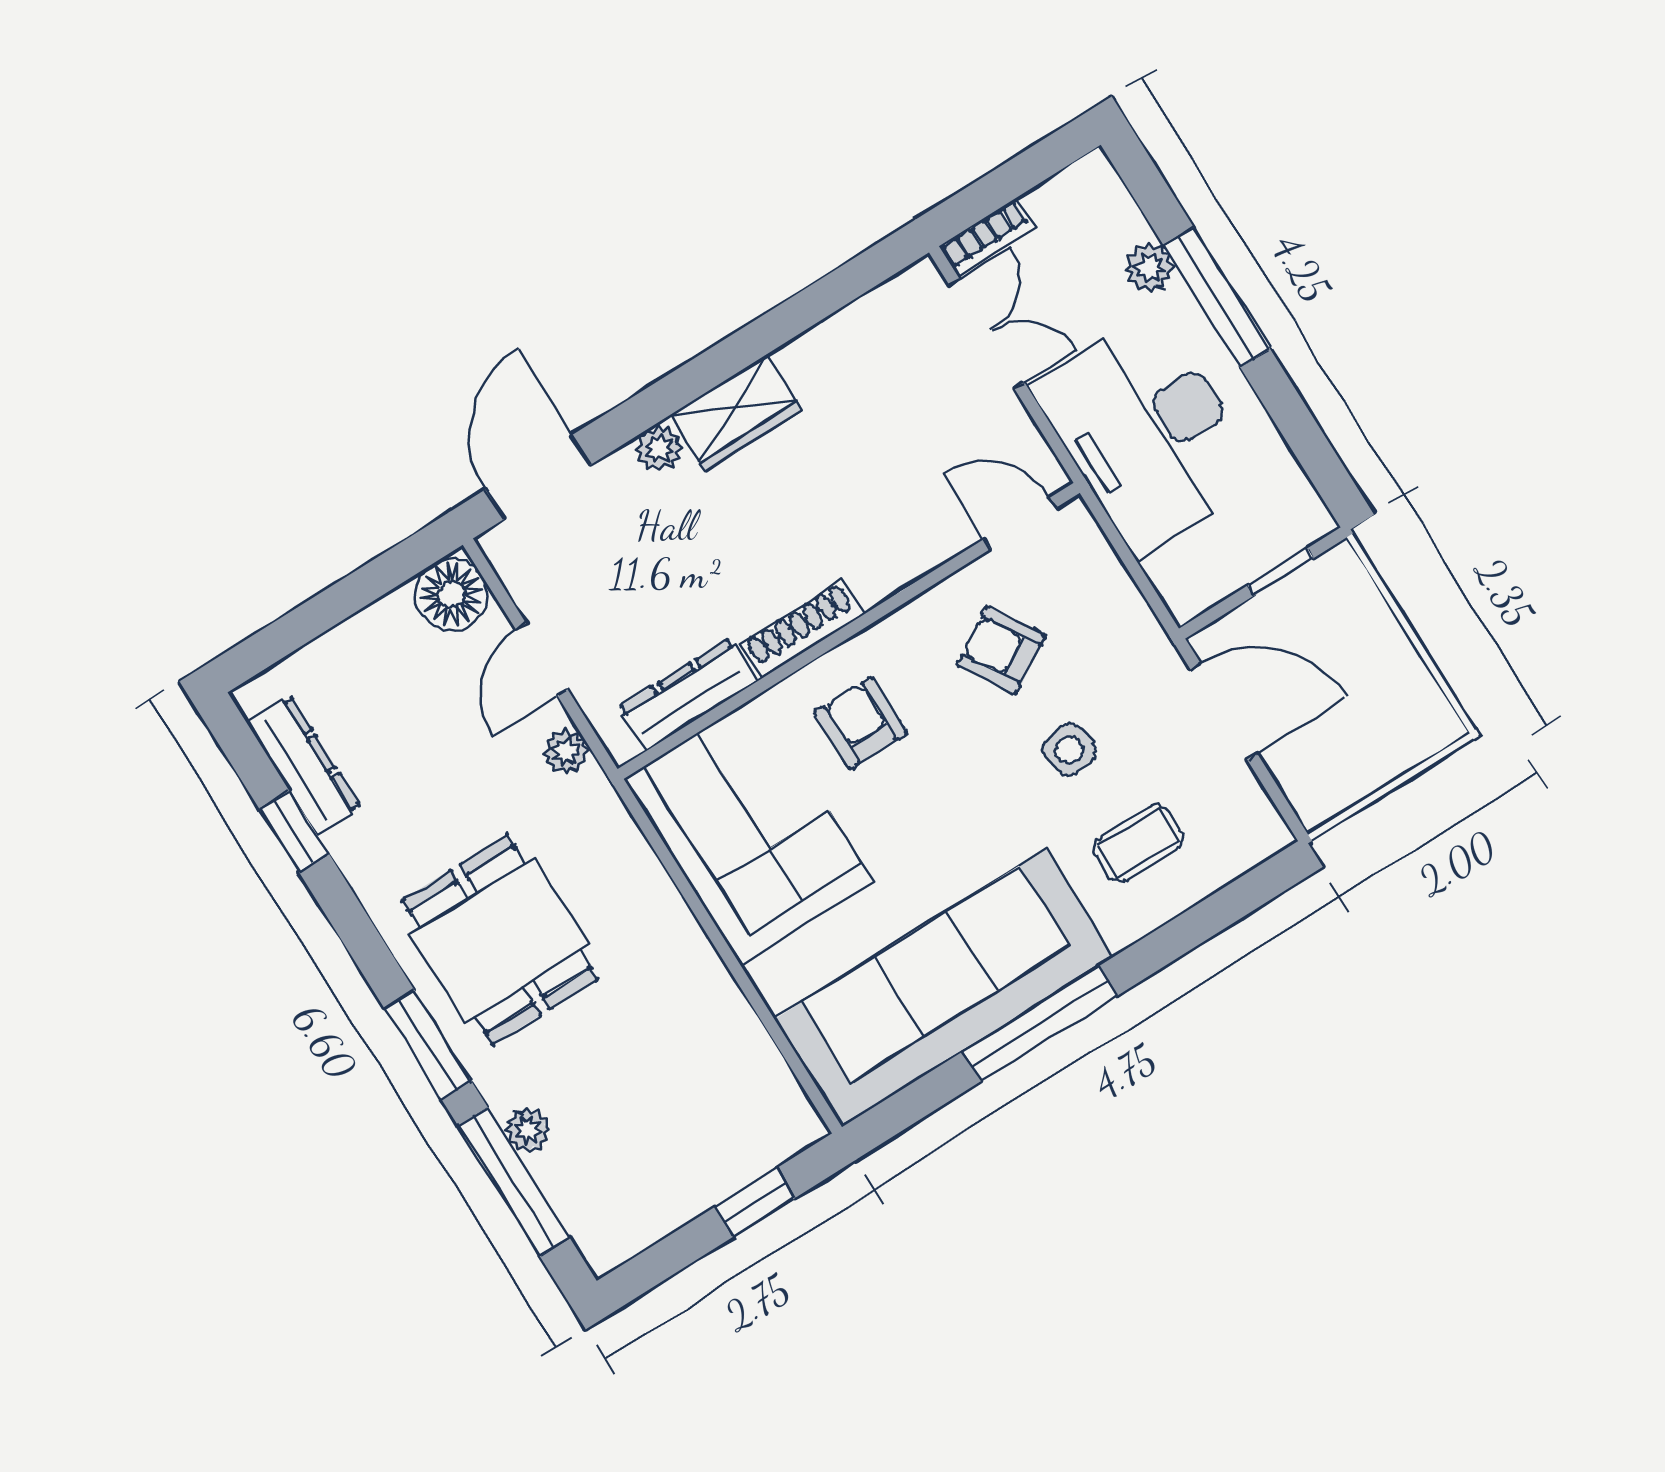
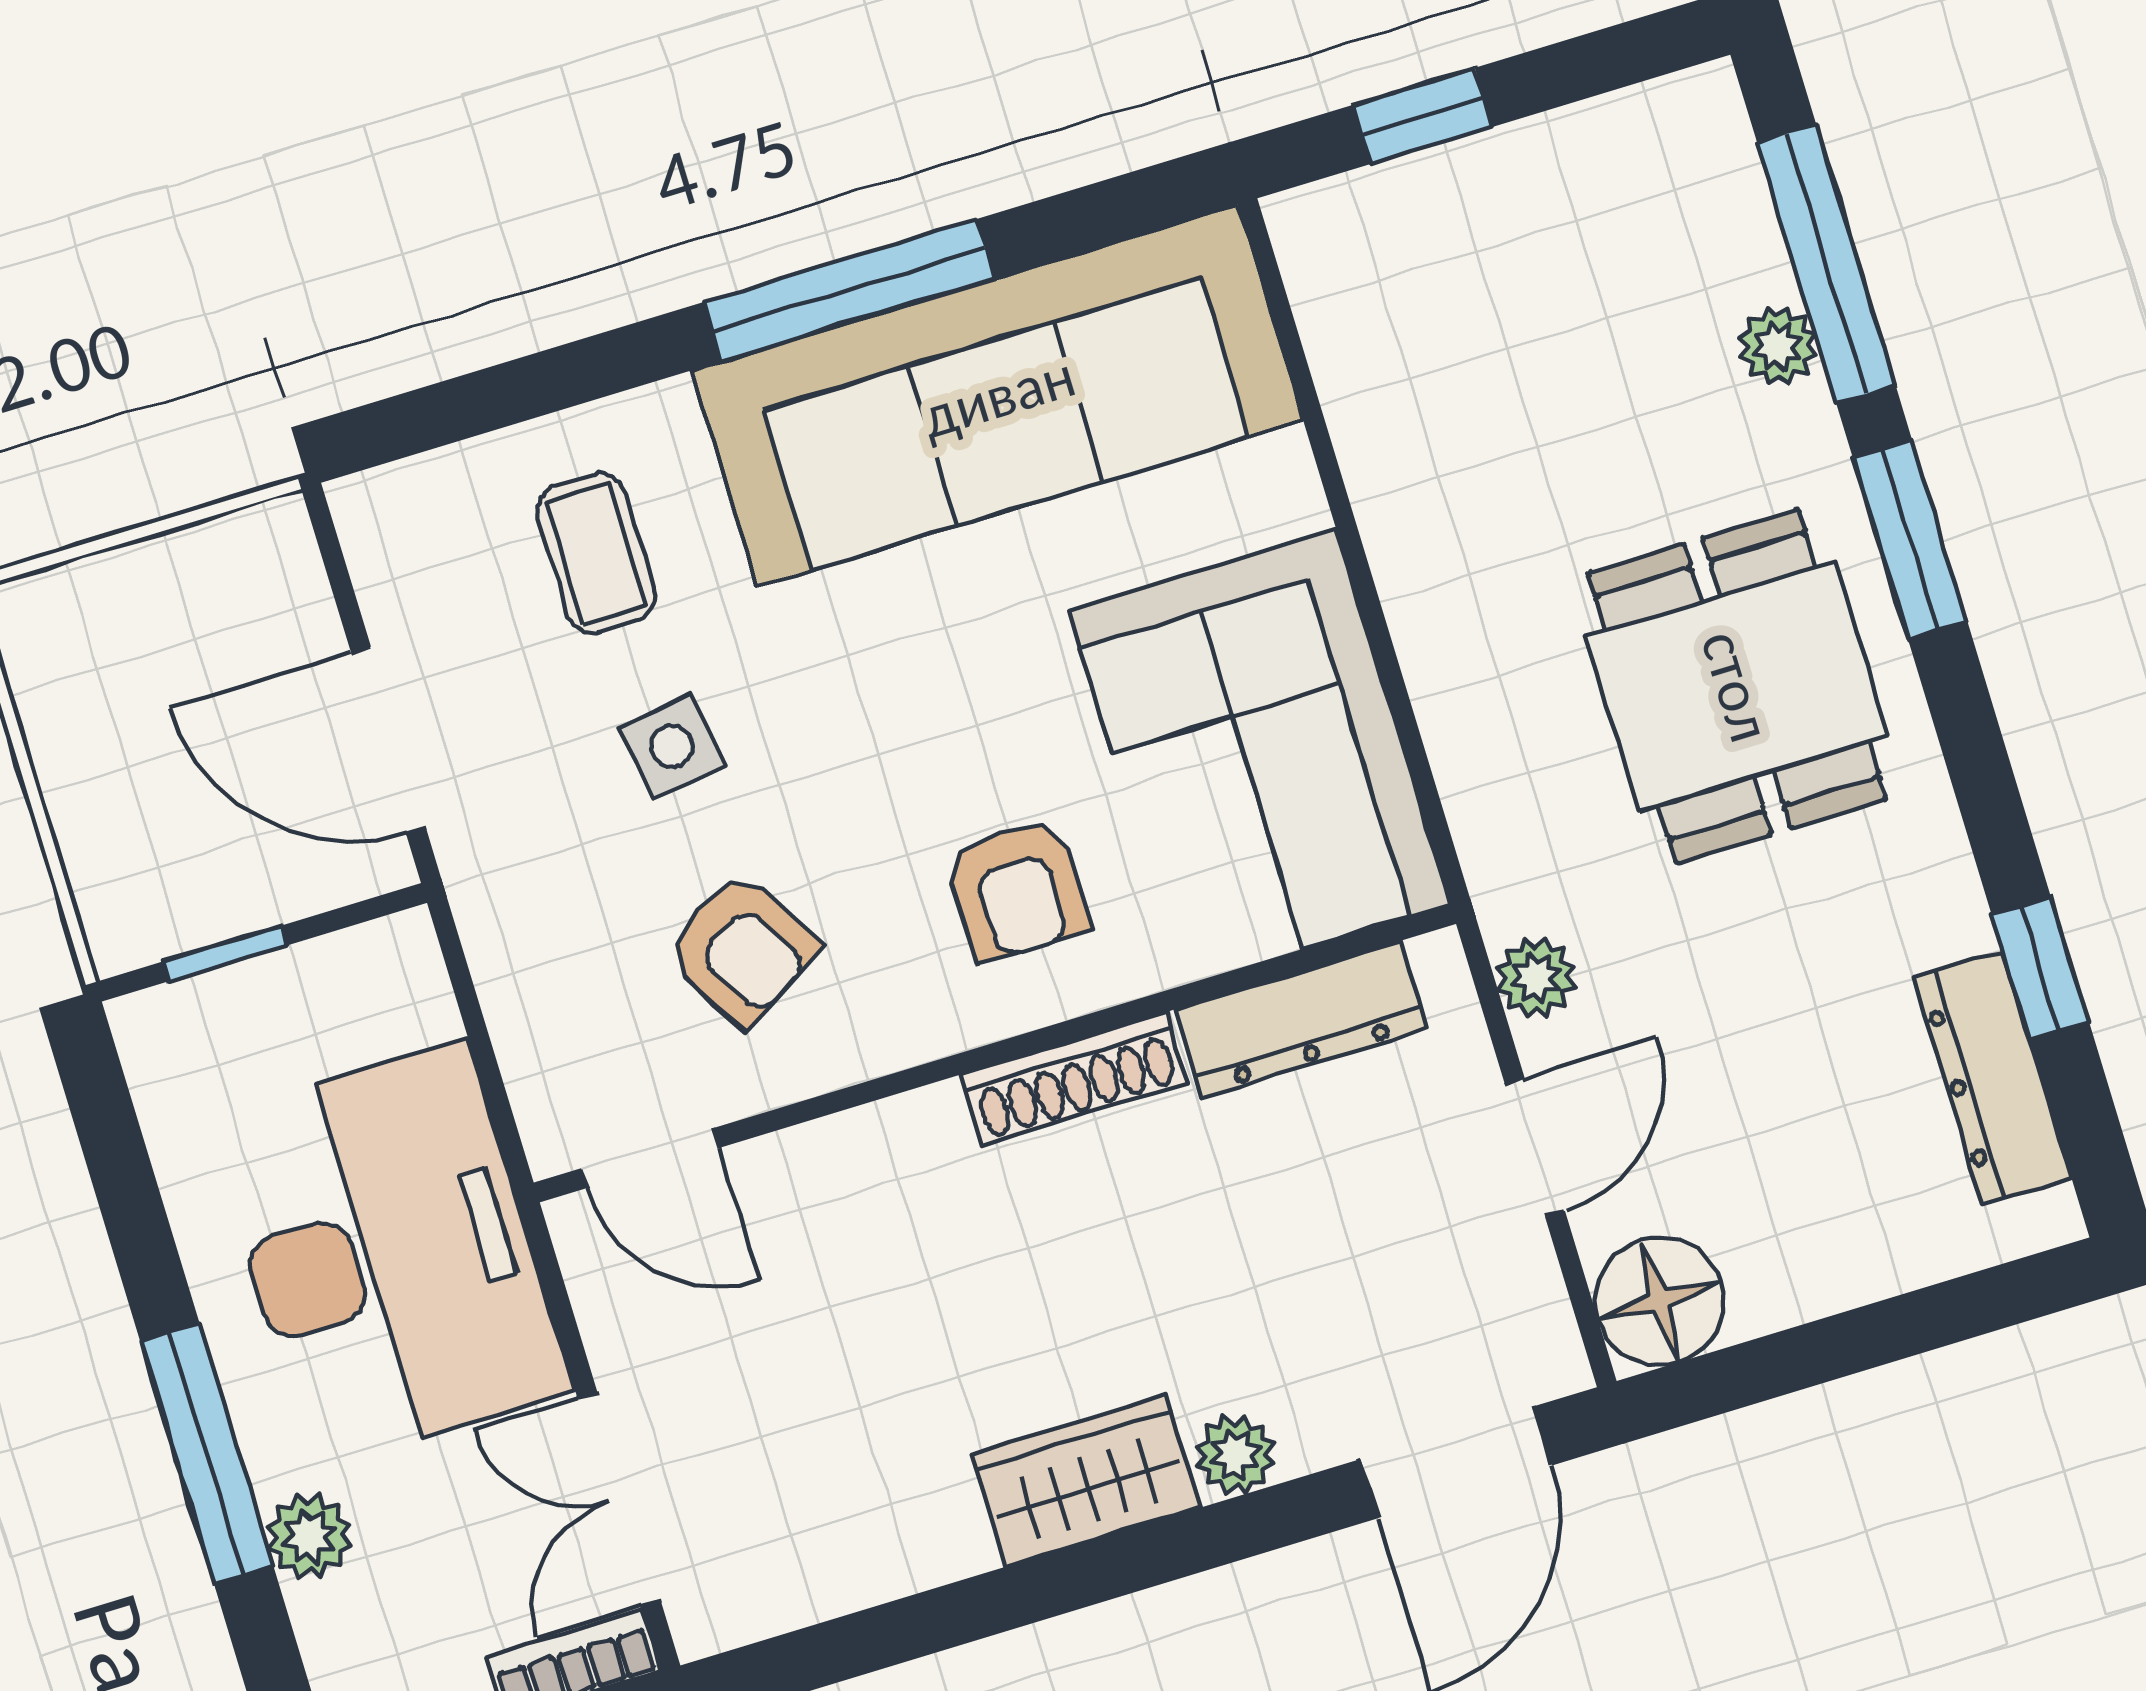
coffee table: (1139, 843) -> (596, 554), turned 90

